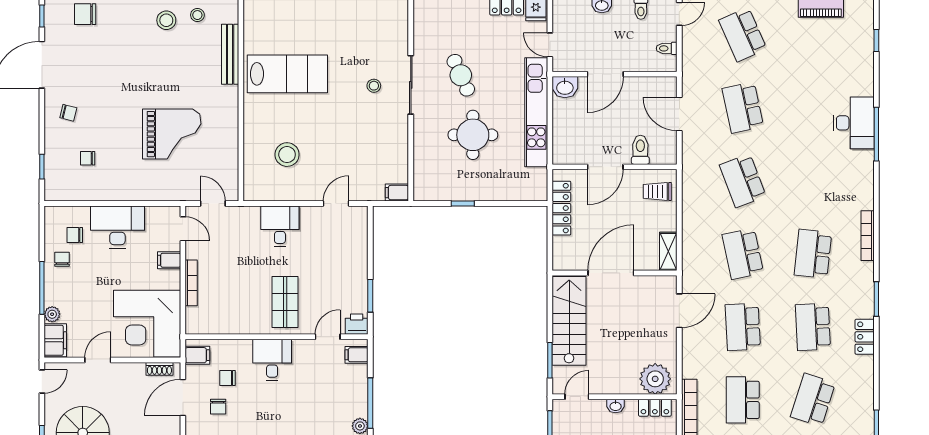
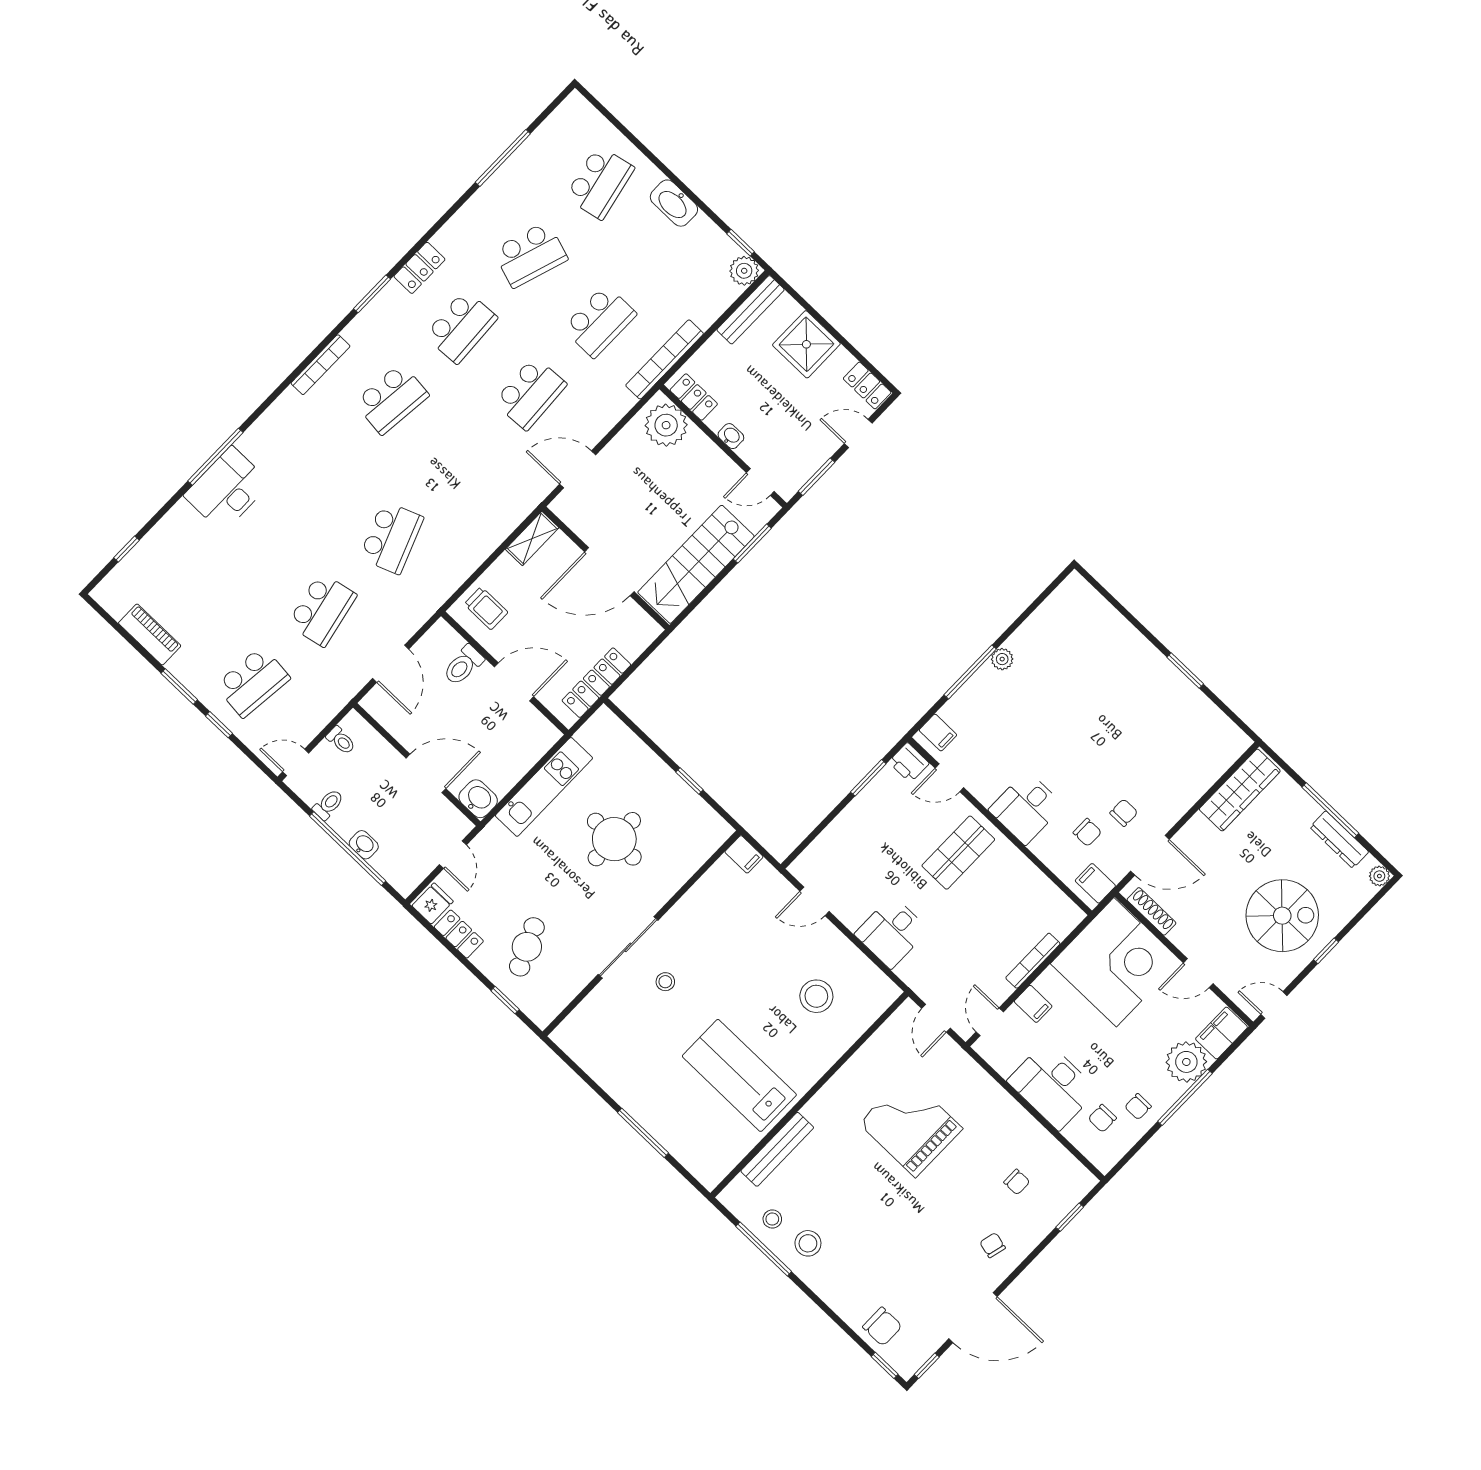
school desk: (743, 35) -> (253, 682), turned 30
cafe table: (461, 75) -> (527, 947), moved
kitchen unit: (536, 112) -> (544, 787), width x0.73
chair: (75, 235) -> (1102, 1118), turned 90
school desk: (743, 254) -> (461, 465), removed
plant: (52, 314) -> (1186, 1062), width x1.88, depth x1.88
shoe rack: (159, 369) -> (1151, 911), width x1.43

